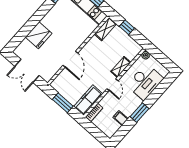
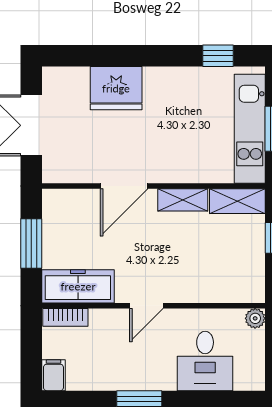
shelving: (121, 67) -> (183, 200), moved
desk: (145, 82) -> (205, 361), width x0.73
filing cabinet: (121, 118) -> (53, 375), moved

